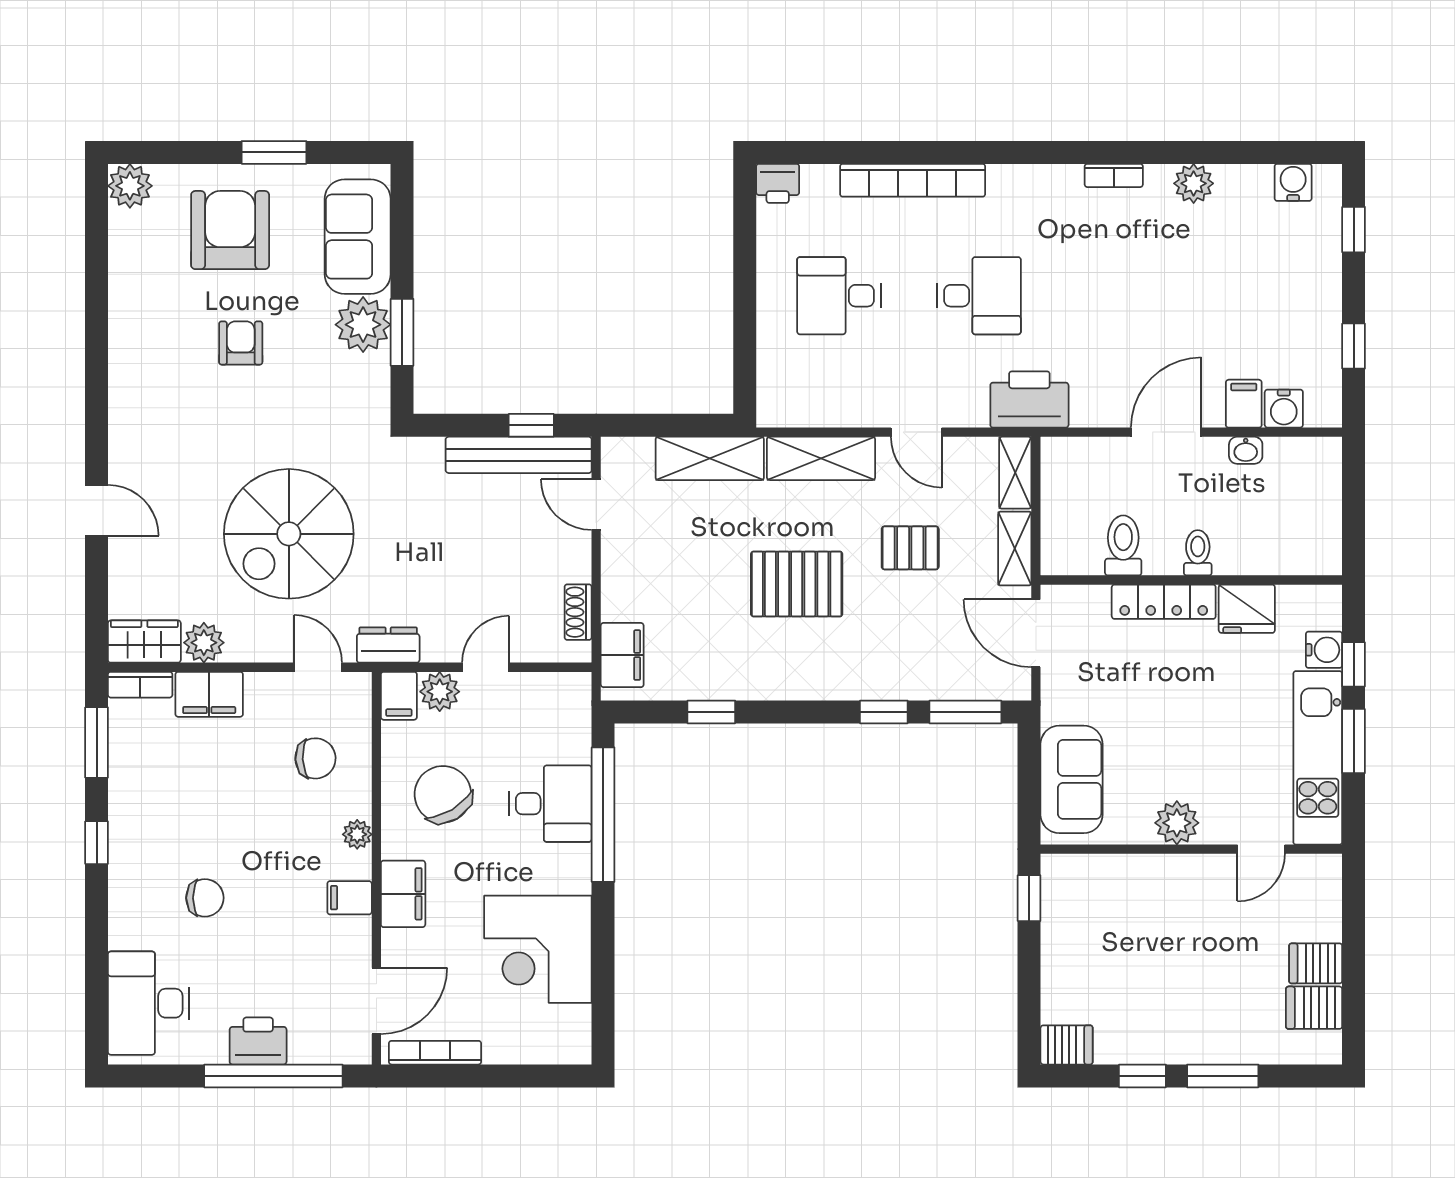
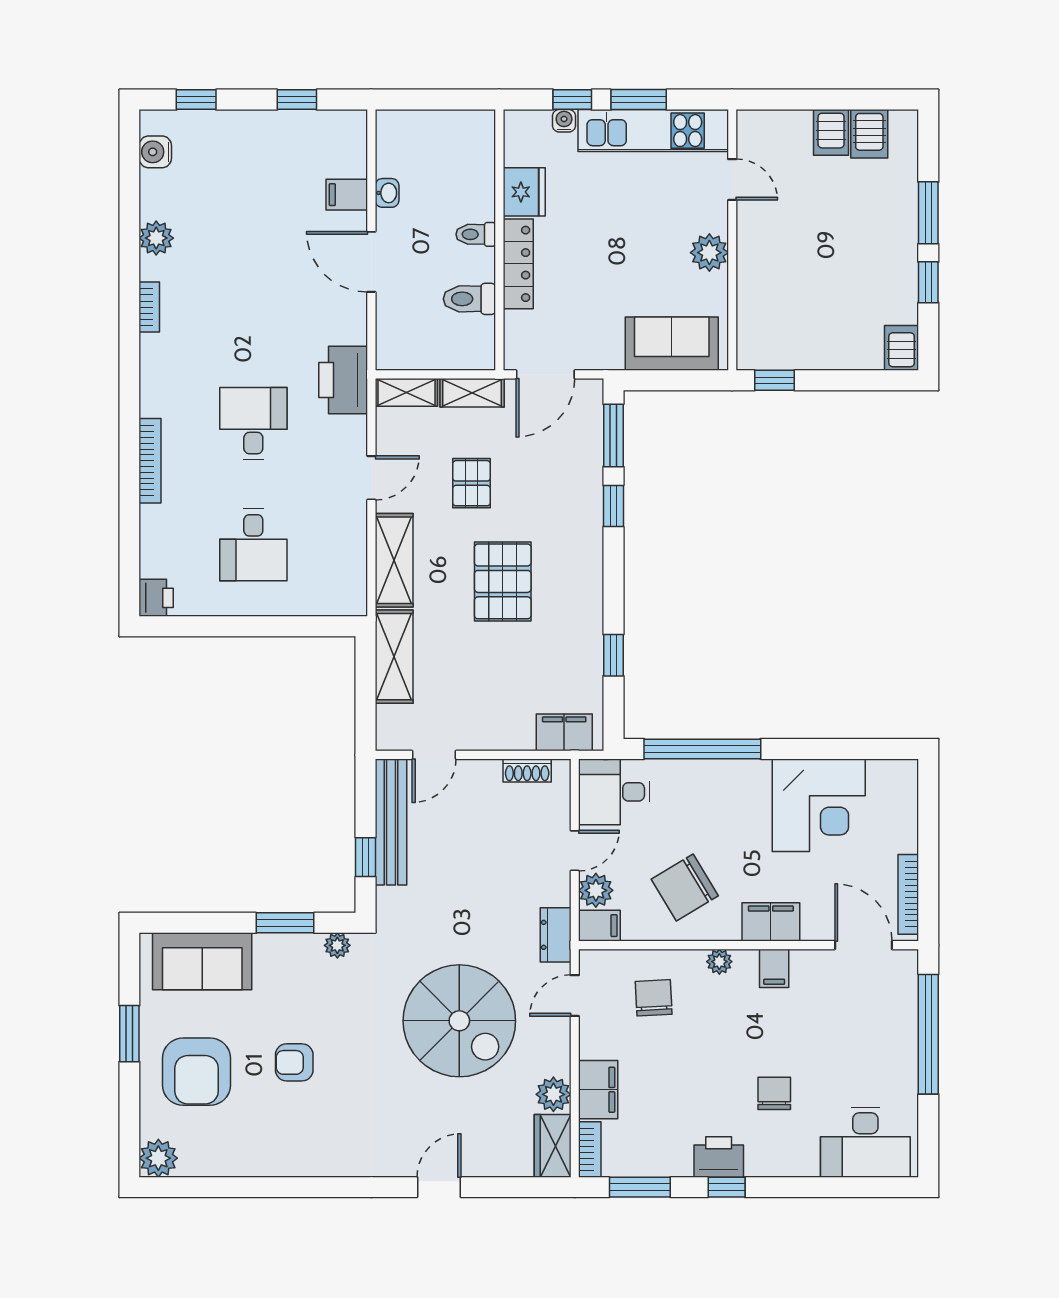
bookcase: (913, 180) -> (150, 461), width x0.68, depth x0.76
armchair: (230, 230) -> (197, 1072), turned -90
plant: (363, 325) -> (337, 945), moved, width x0.53, depth x0.53
water cooler: (1284, 409) -> (351, 160), removed
window: (531, 425) -> (365, 857), moved
water cooler: (1324, 650) -> (564, 121), width x0.72, depth x0.72
door: (486, 667) -> (575, 851), swing flipped
desk: (550, 804) -> (614, 792), moved, turned -90
printer: (258, 1041) -> (719, 1157), moved, turned 90

